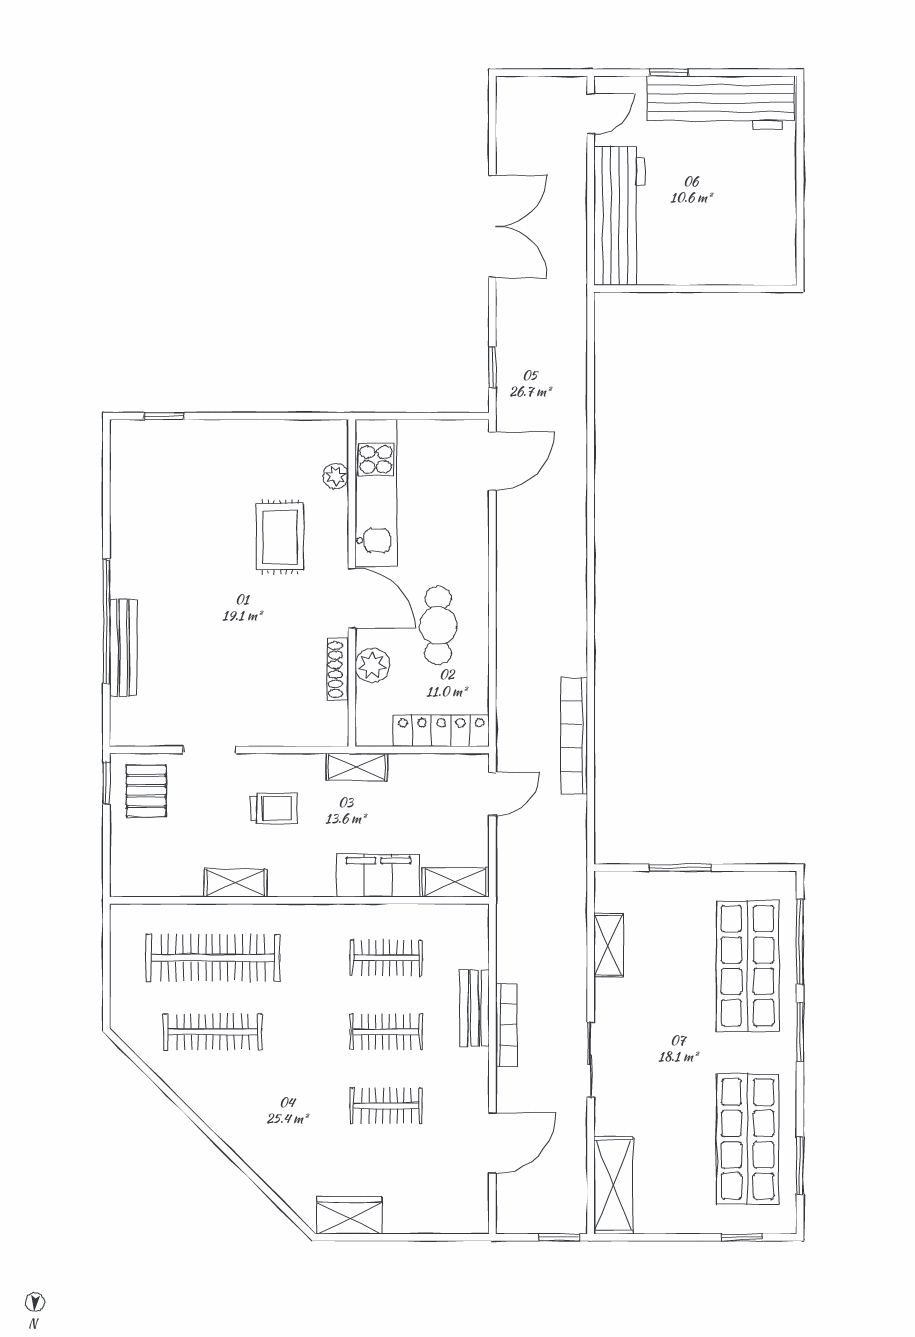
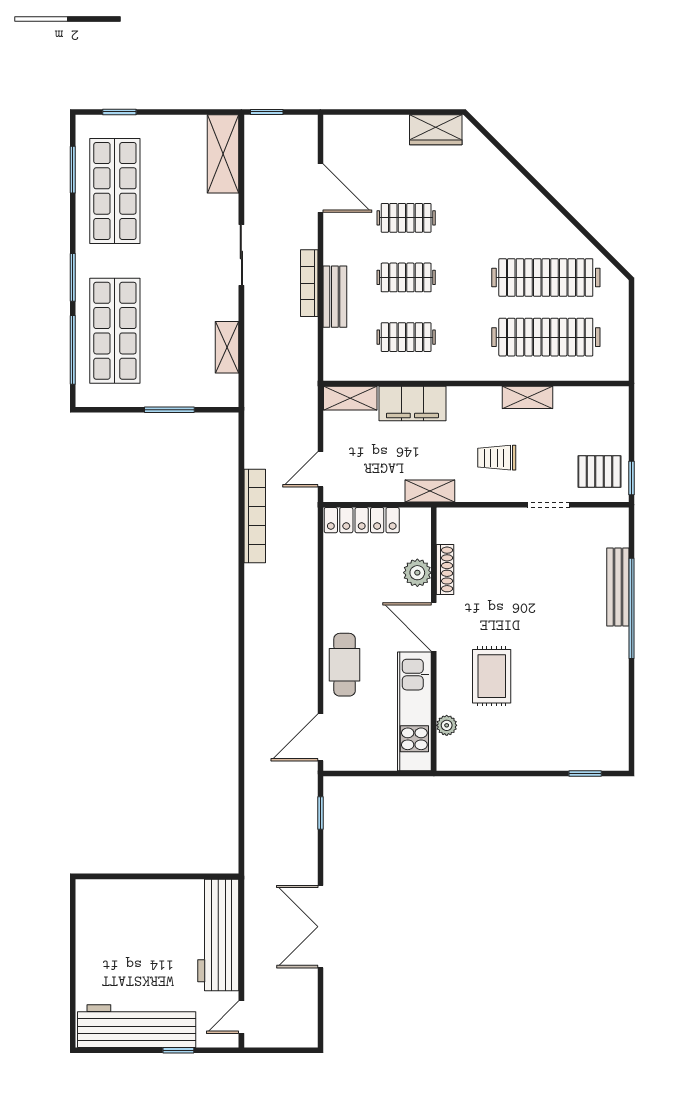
cafe table: (438, 625) -> (345, 665), moved
pallet: (146, 791) -> (599, 472), turned 90
clothes rail: (213, 1032) -> (546, 277), width x1.37, depth x1.31
door: (492, 1143) -> (320, 188), swing flipped

